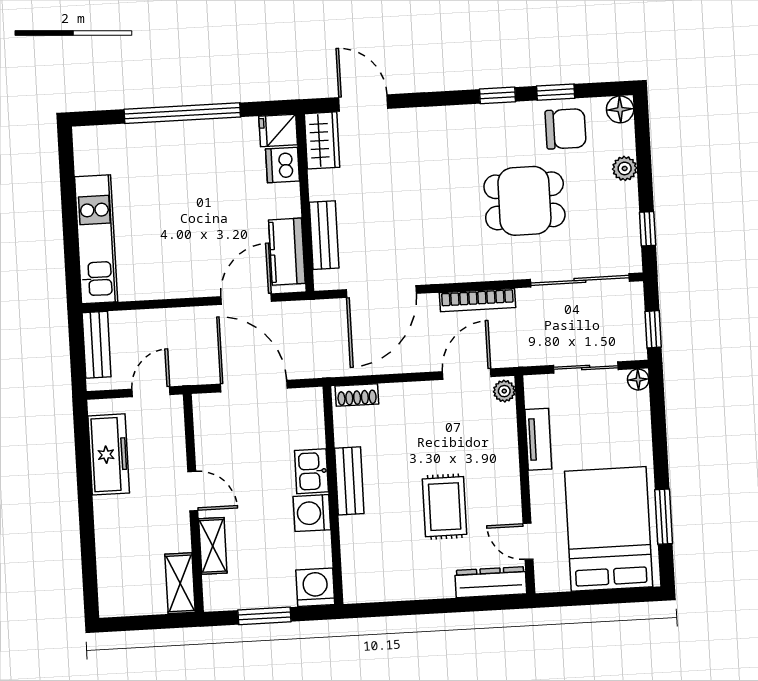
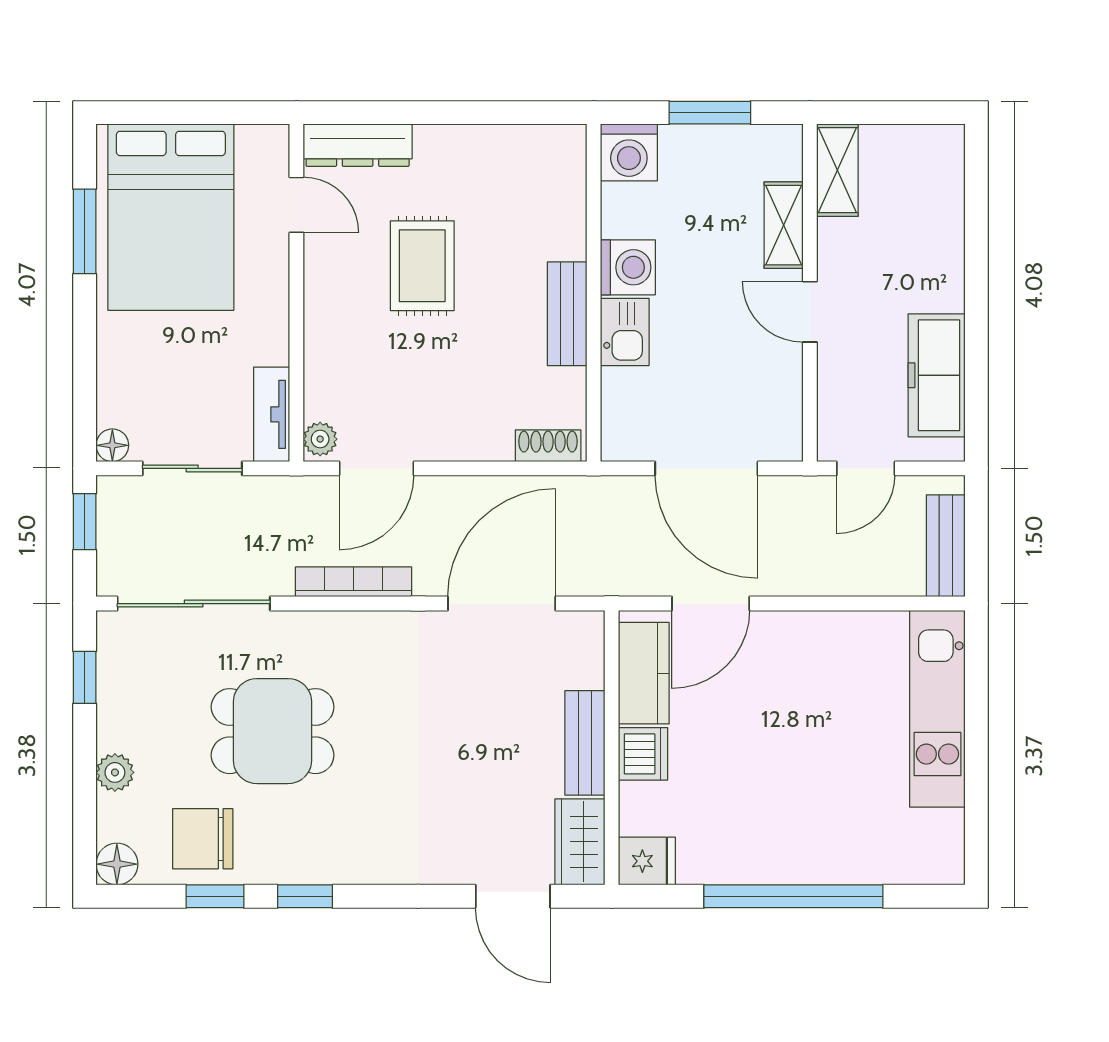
dishwasher: (283, 165) -> (643, 754), moved
bench: (324, 235) -> (585, 743), moved
tv unit: (538, 439) -> (272, 414), moved

